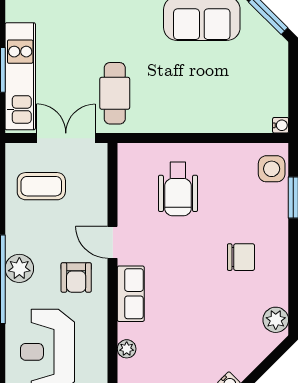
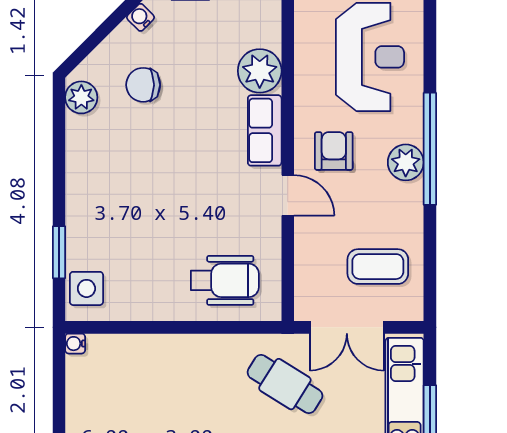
cafe table: (115, 93) -> (285, 384), turned -58
wheelchair: (178, 189) -> (225, 280), moved, turned 90
chair: (241, 257) -> (143, 85), moved
plant: (127, 349) -> (260, 71), width x1.87, depth x1.87

